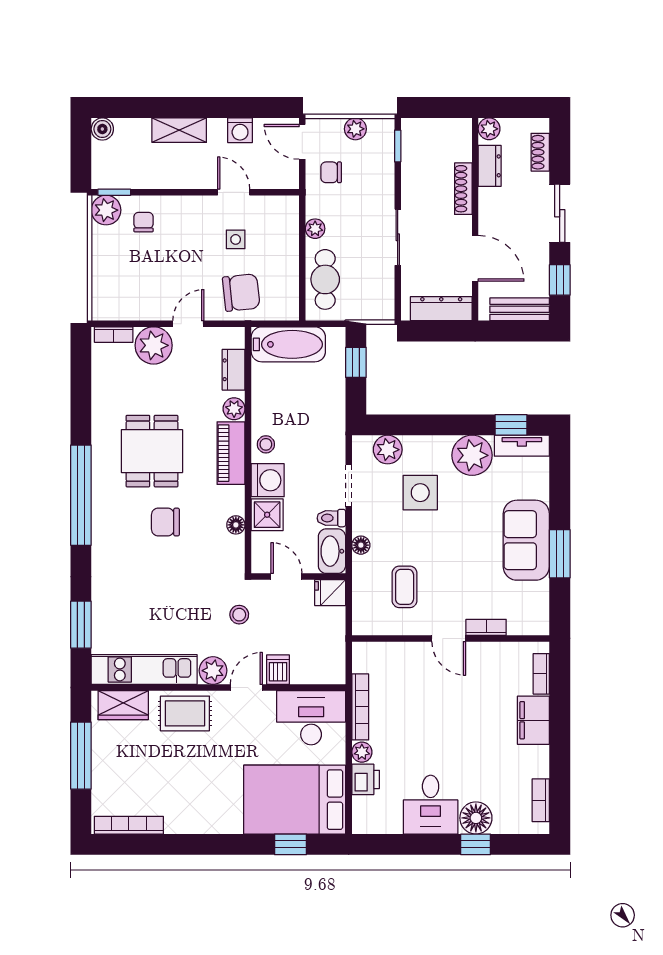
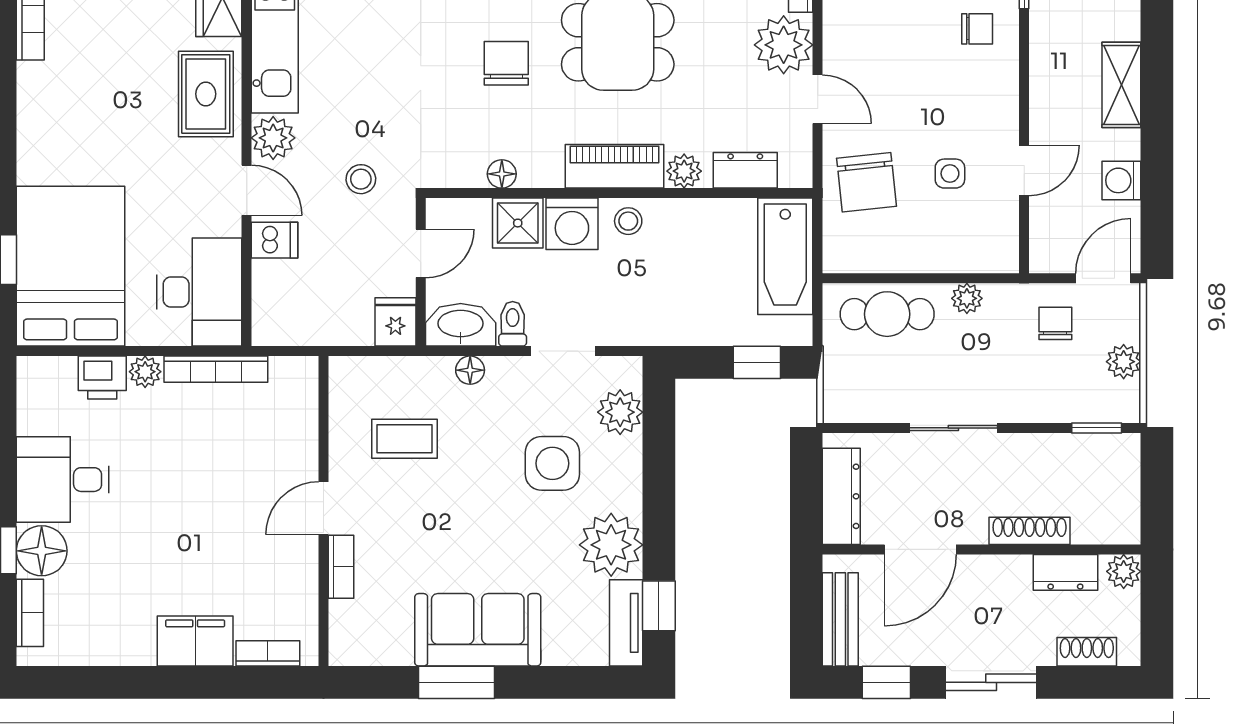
bookcase: (541, 800) -> (30, 613), moved, turned 90

